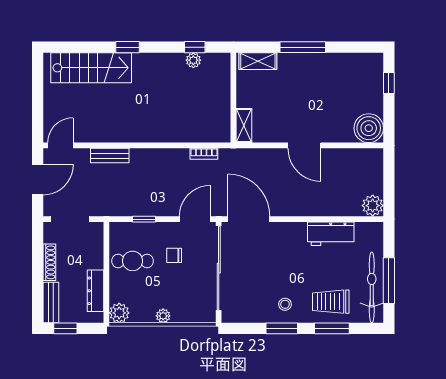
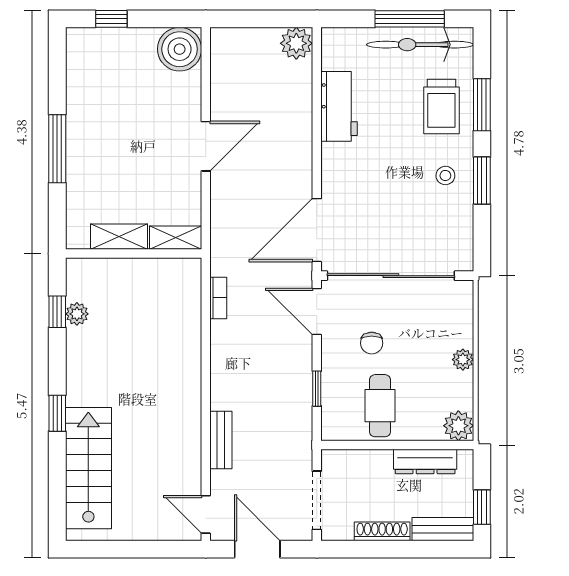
shelving: (258, 61) -> (119, 237), moved, turned 90

